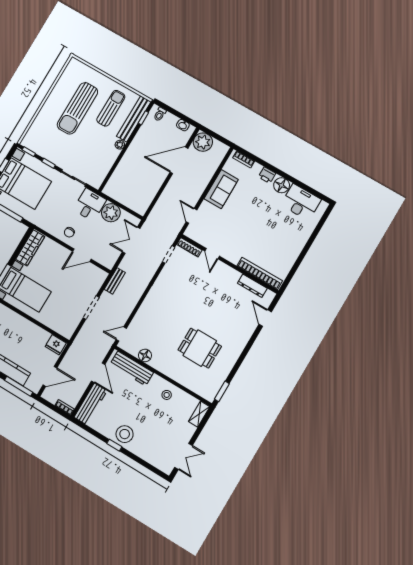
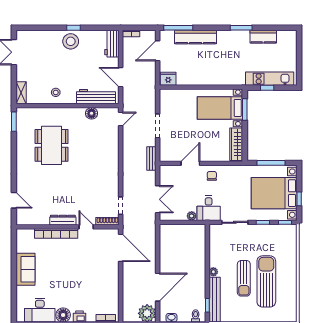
sun lounger: (111, 108) -> (244, 278), moved
sofa: (221, 189) -> (25, 269), moved, turned 180
plant: (111, 213) -> (192, 216), width x0.53, depth x0.53
door: (192, 216) -> (121, 248), width x1.88
bookcase: (260, 273) -> (56, 234), moved
dresser: (252, 286) -> (63, 220), moved
dining table: (200, 348) -> (52, 145), width x1.37
workbench: (91, 404) -> (112, 44), width x0.73

